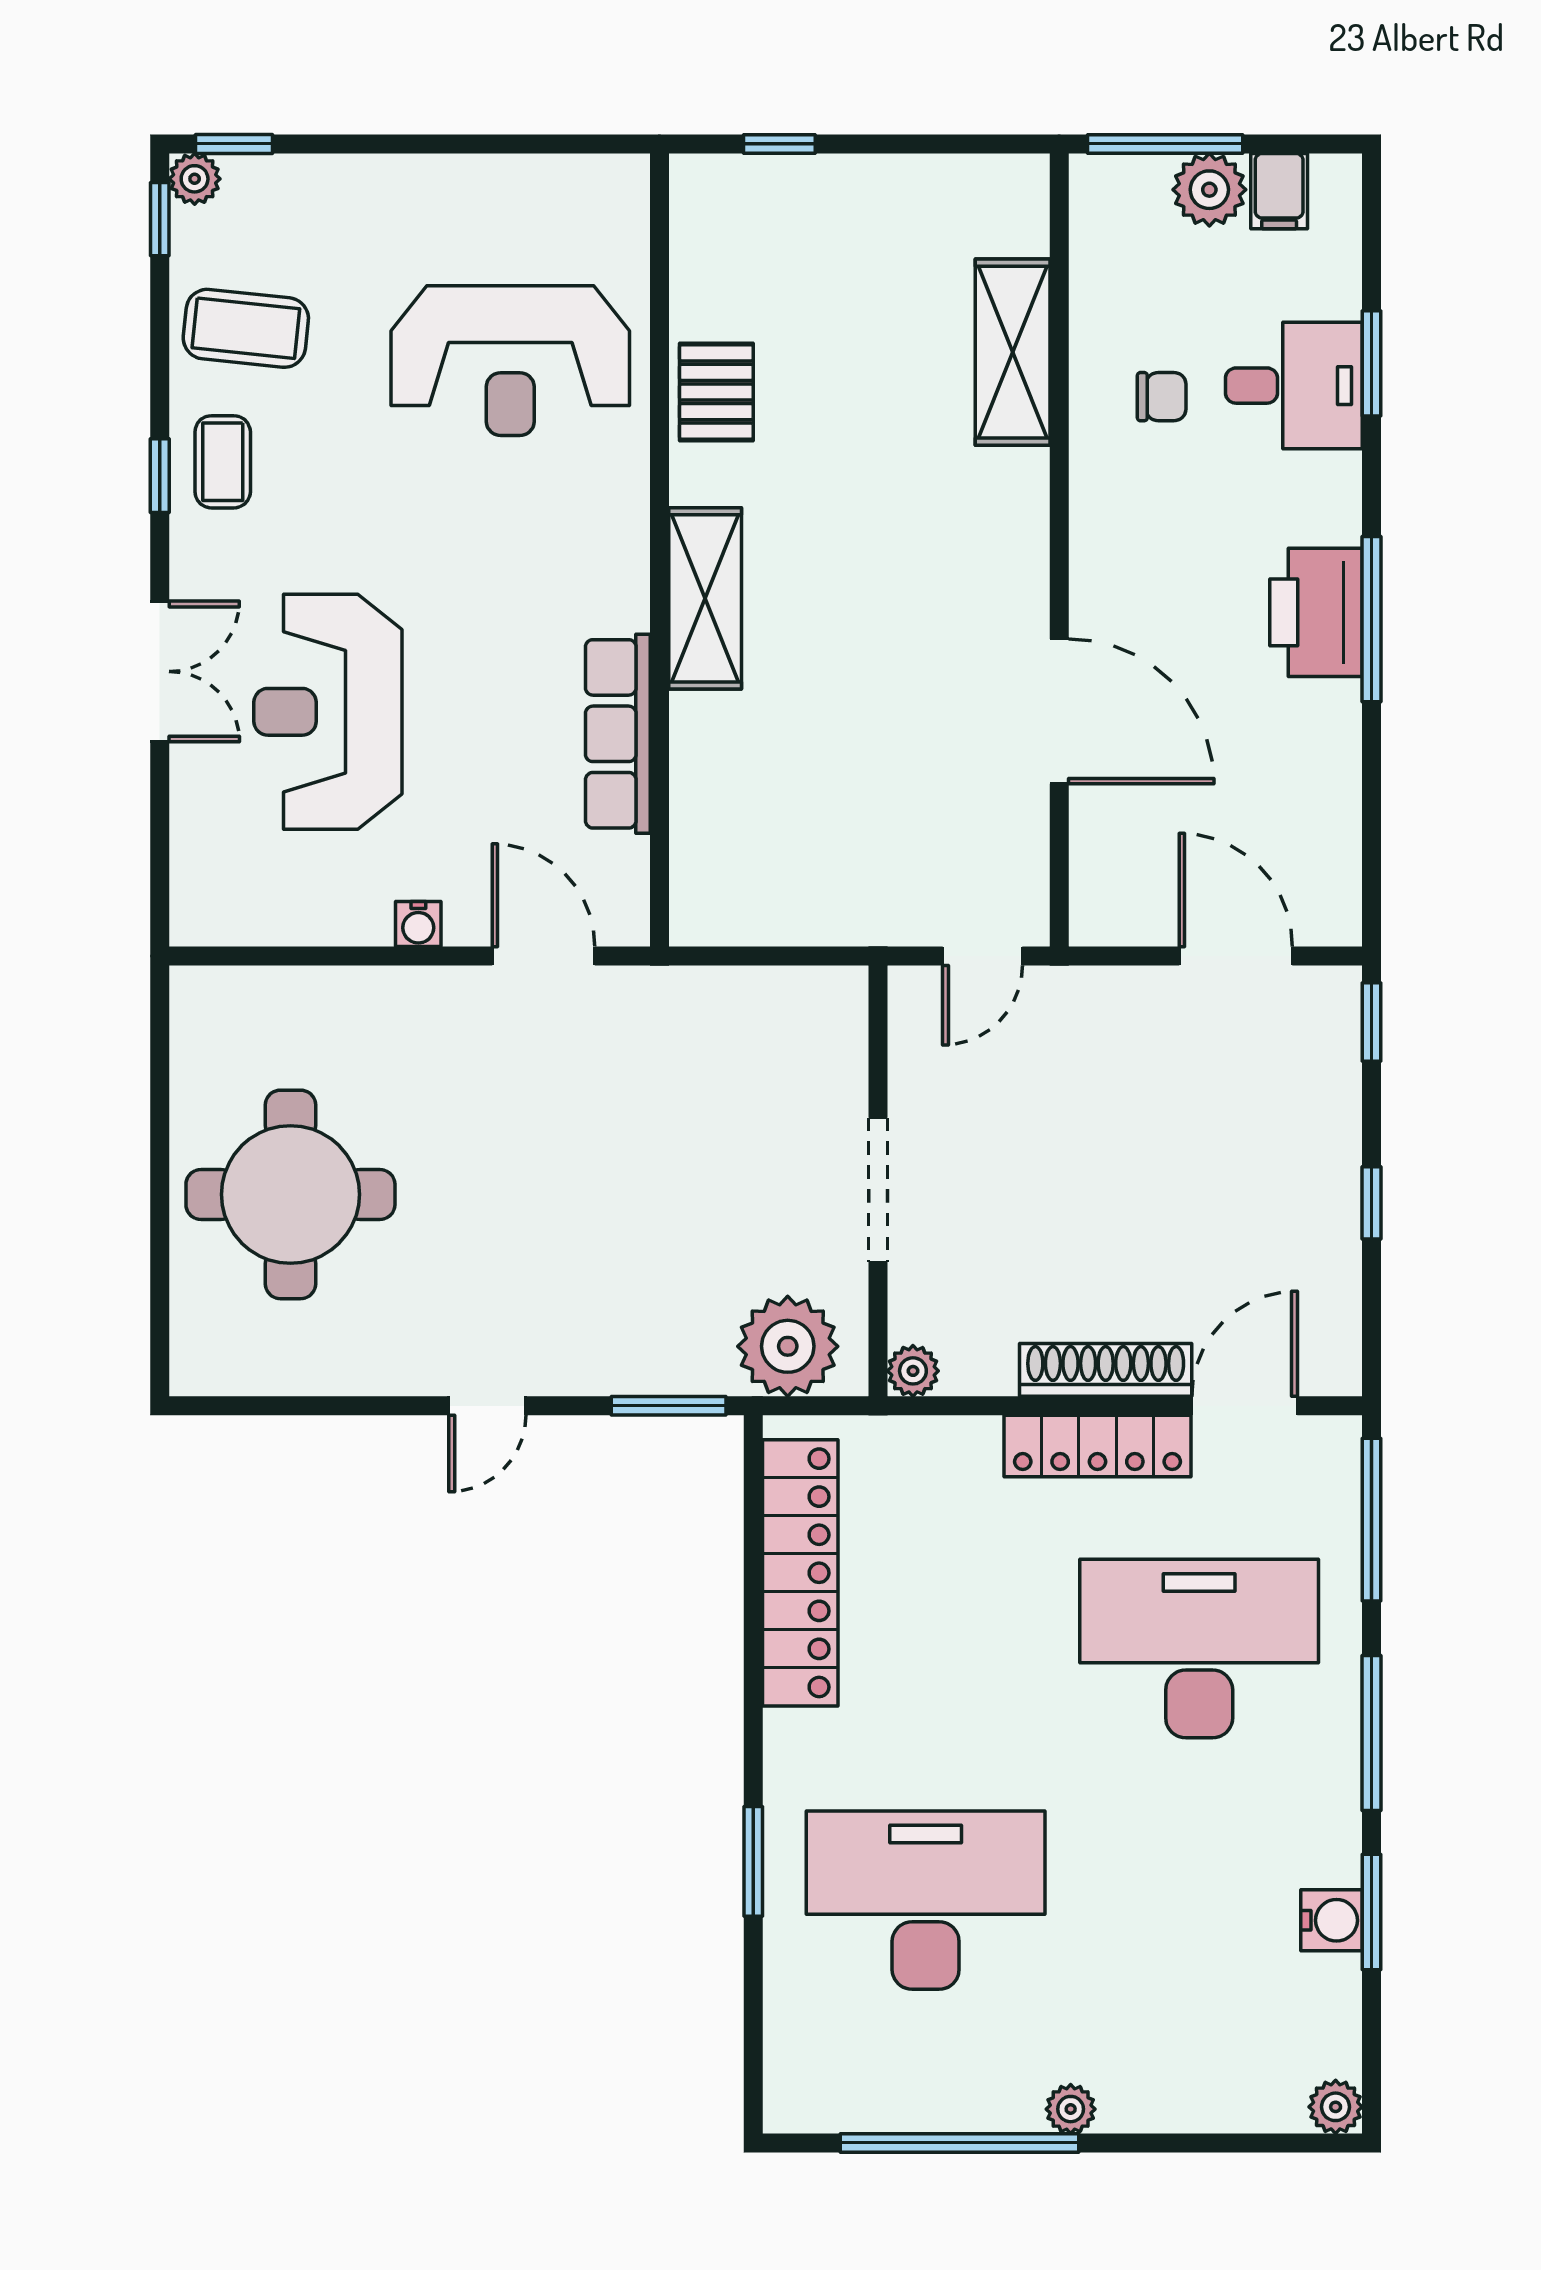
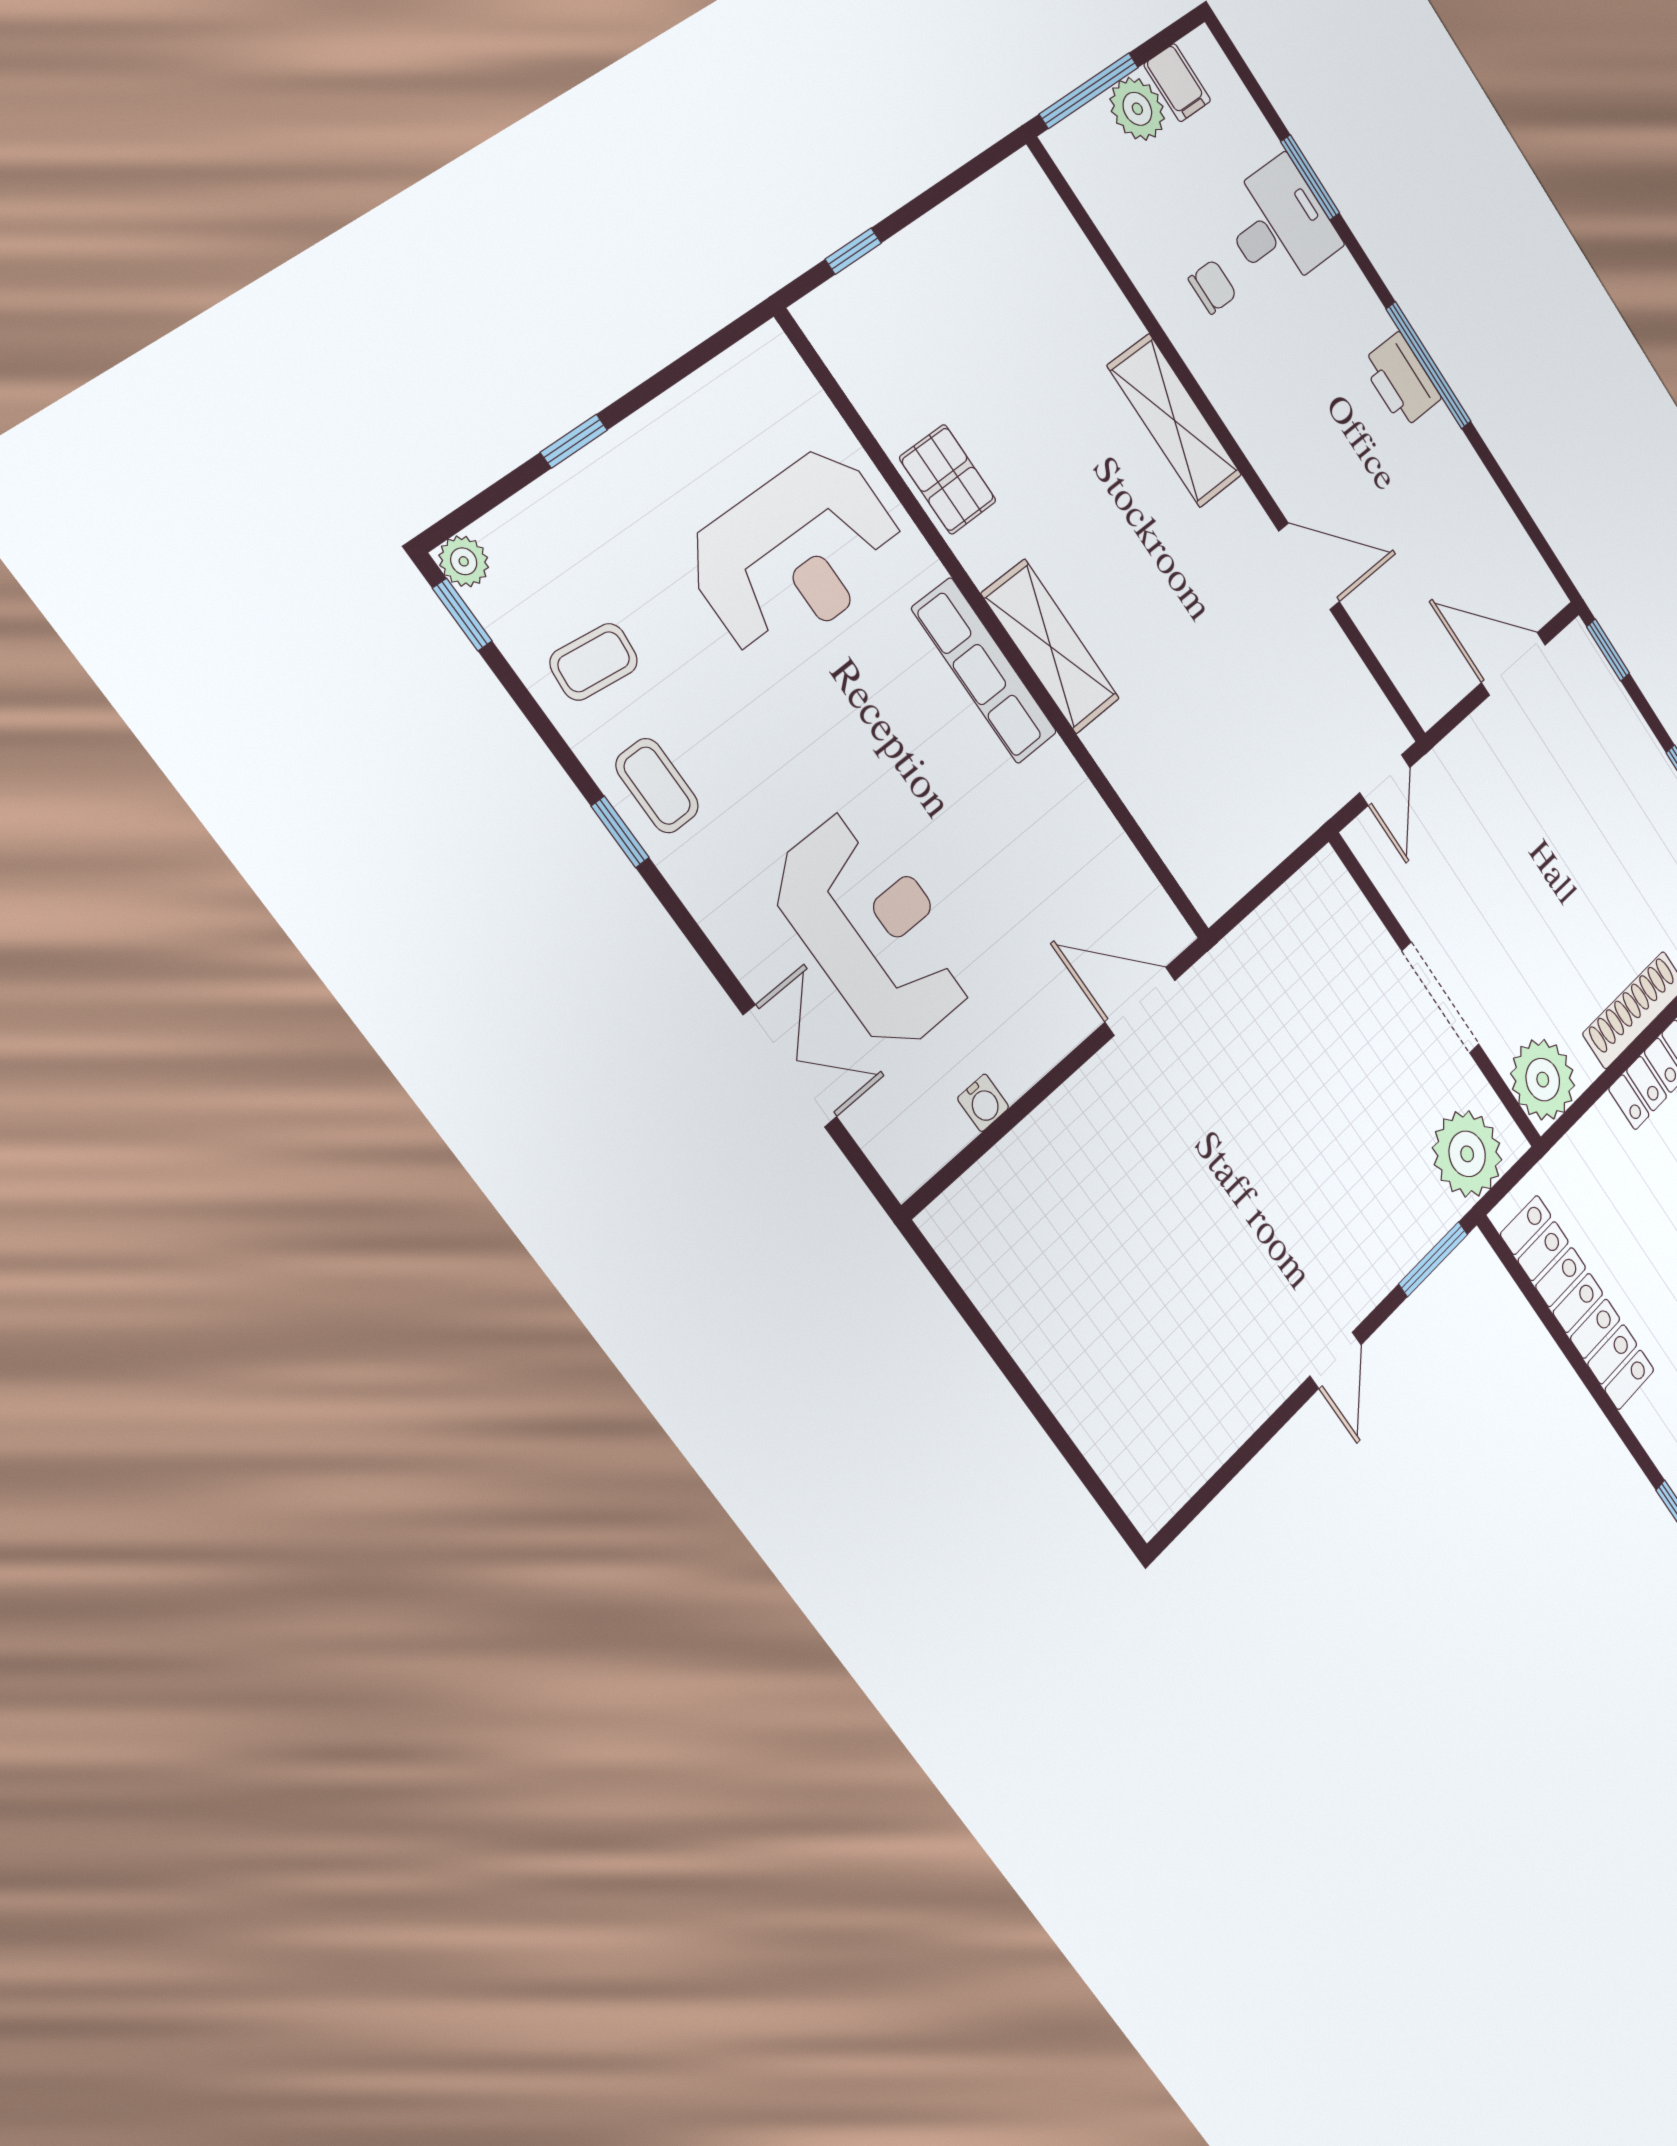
window: (234, 144) -> (574, 441), moved
coffee table: (246, 328) -> (594, 662), width x0.73, depth x0.77
shelving: (1013, 352) -> (1175, 421), moved
printer: (1316, 612) -> (1401, 380), width x0.73, depth x0.84
double door: (160, 671) -> (790, 1066), moved
door: (1059, 711) -> (1309, 566), width x0.73
reception desk: (328, 712) -> (874, 930), turned 180
row of seats: (618, 734) -> (984, 671), moved
water cooler: (418, 924) -> (983, 1103), moved
round table: (290, 1194) -> (1113, 1321), removed
plant: (913, 1371) -> (1543, 1080), width x1.88, depth x1.88

